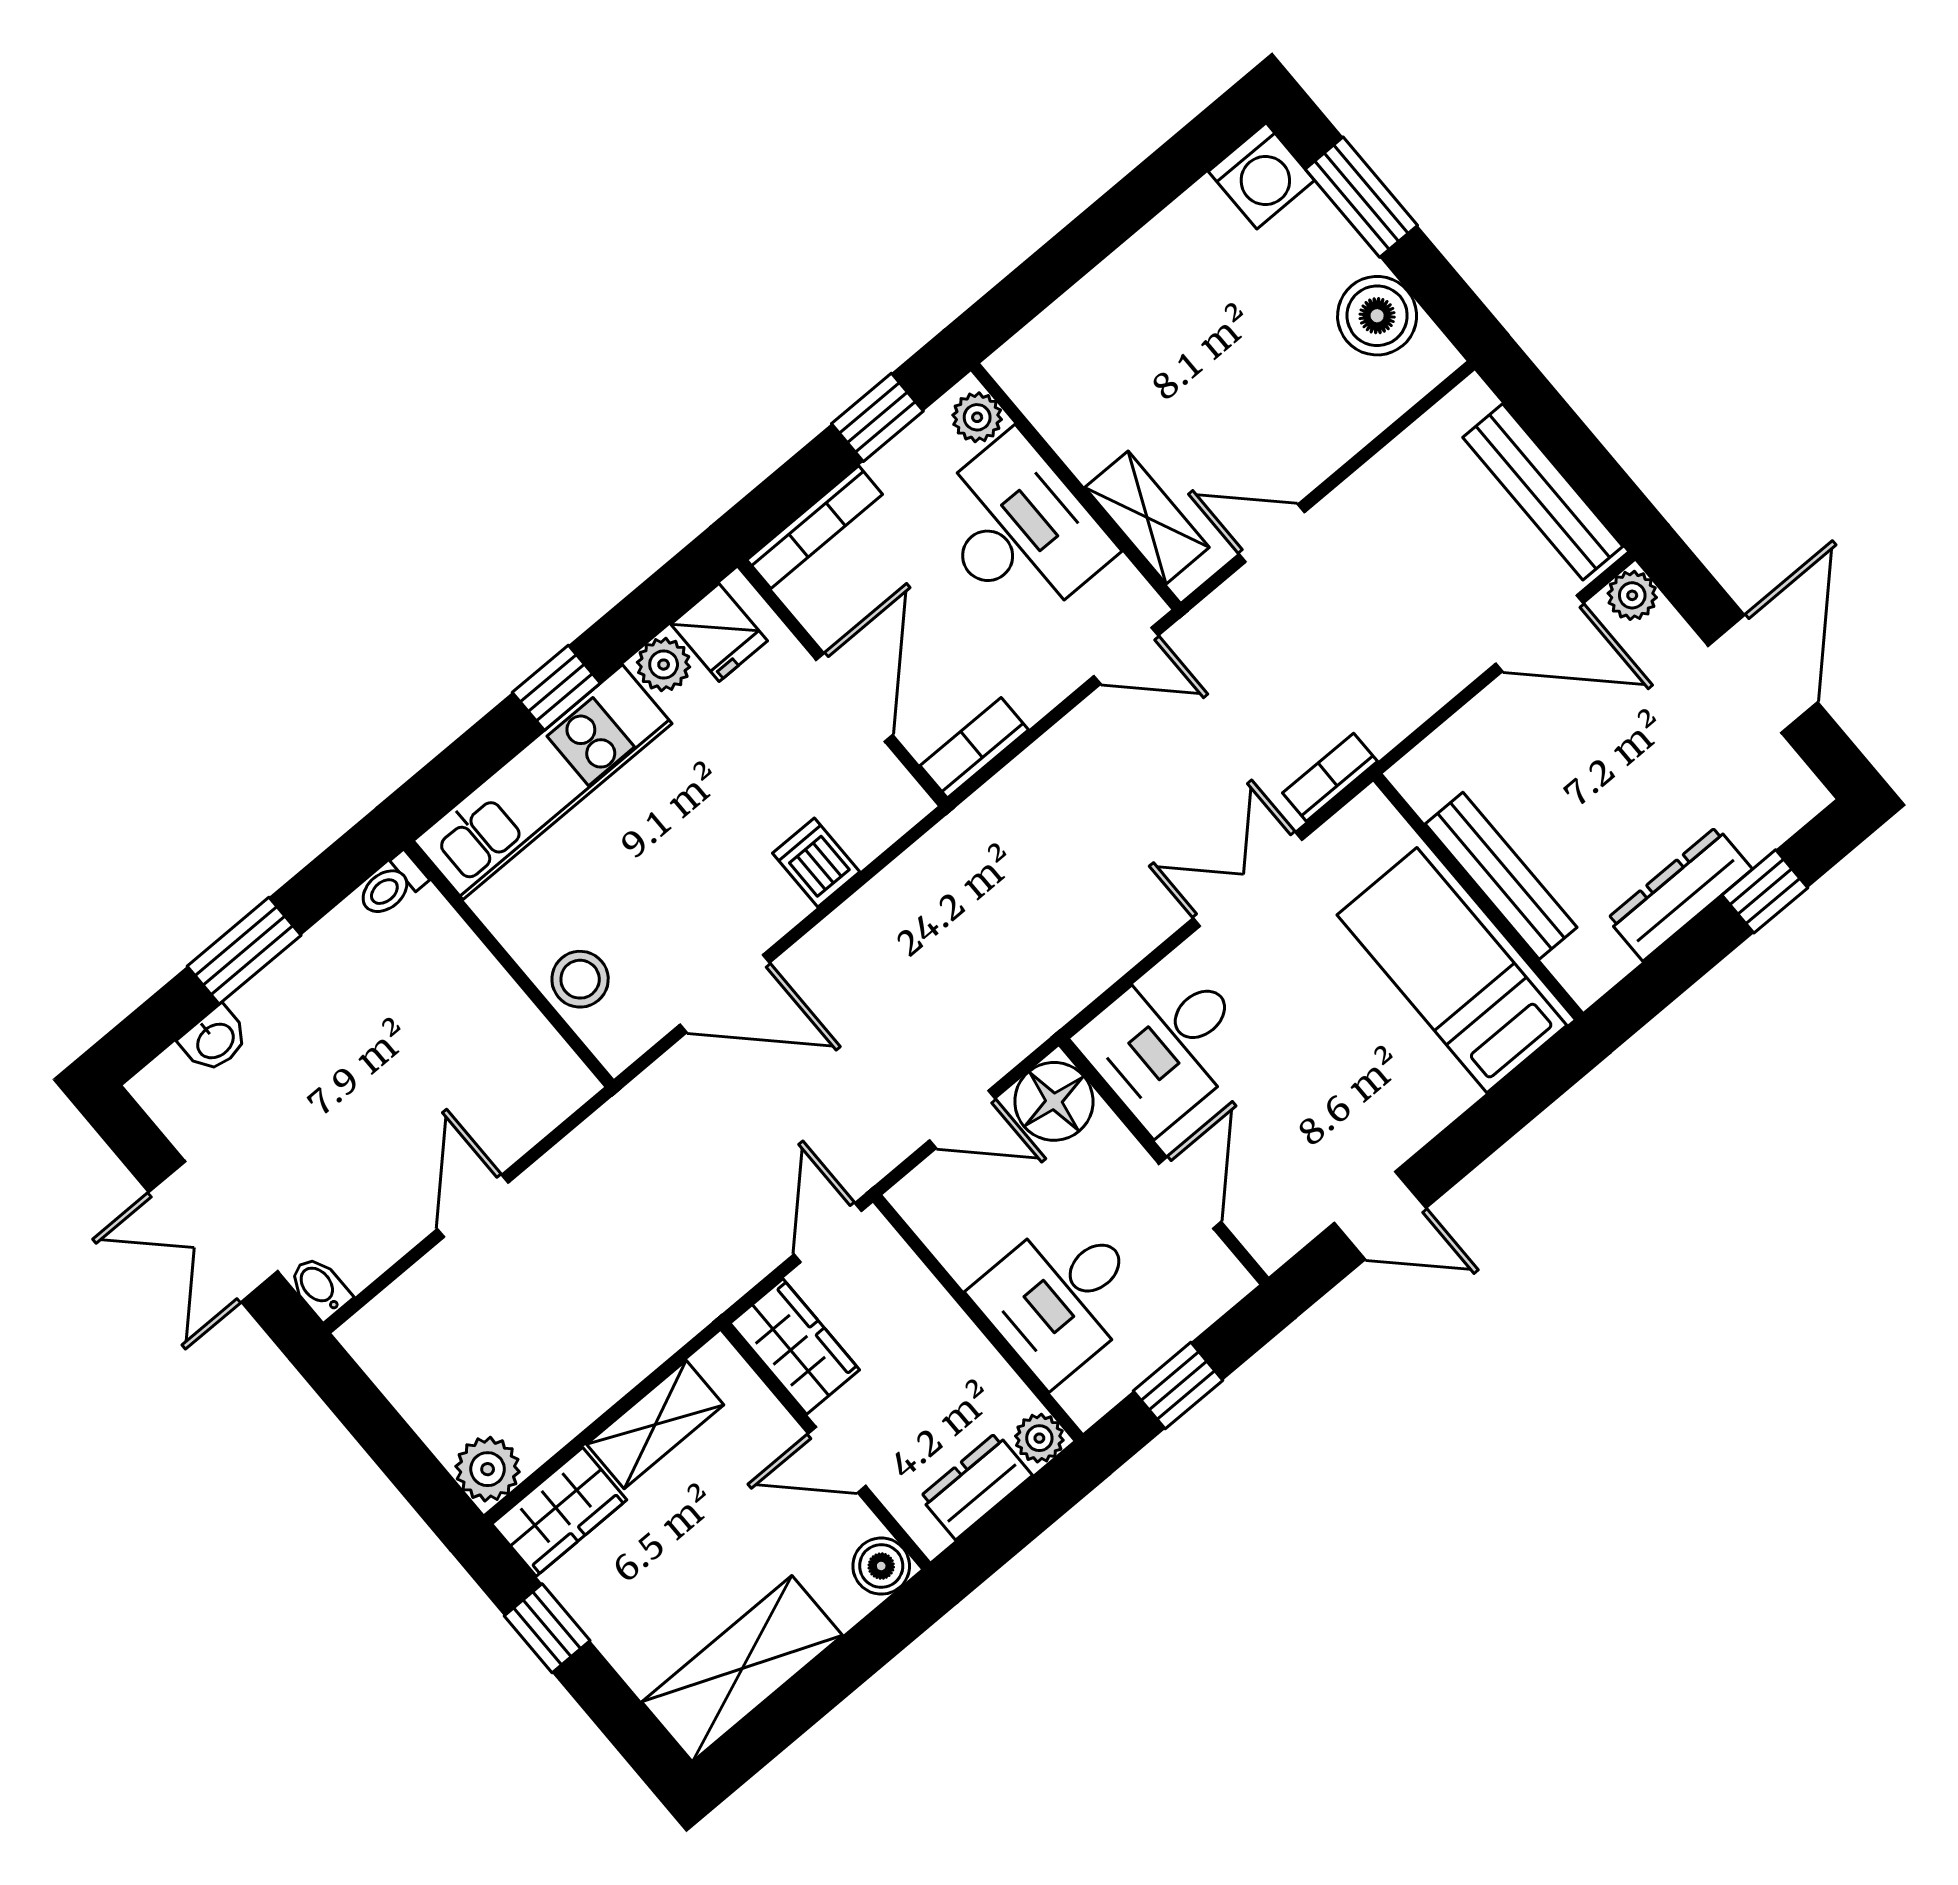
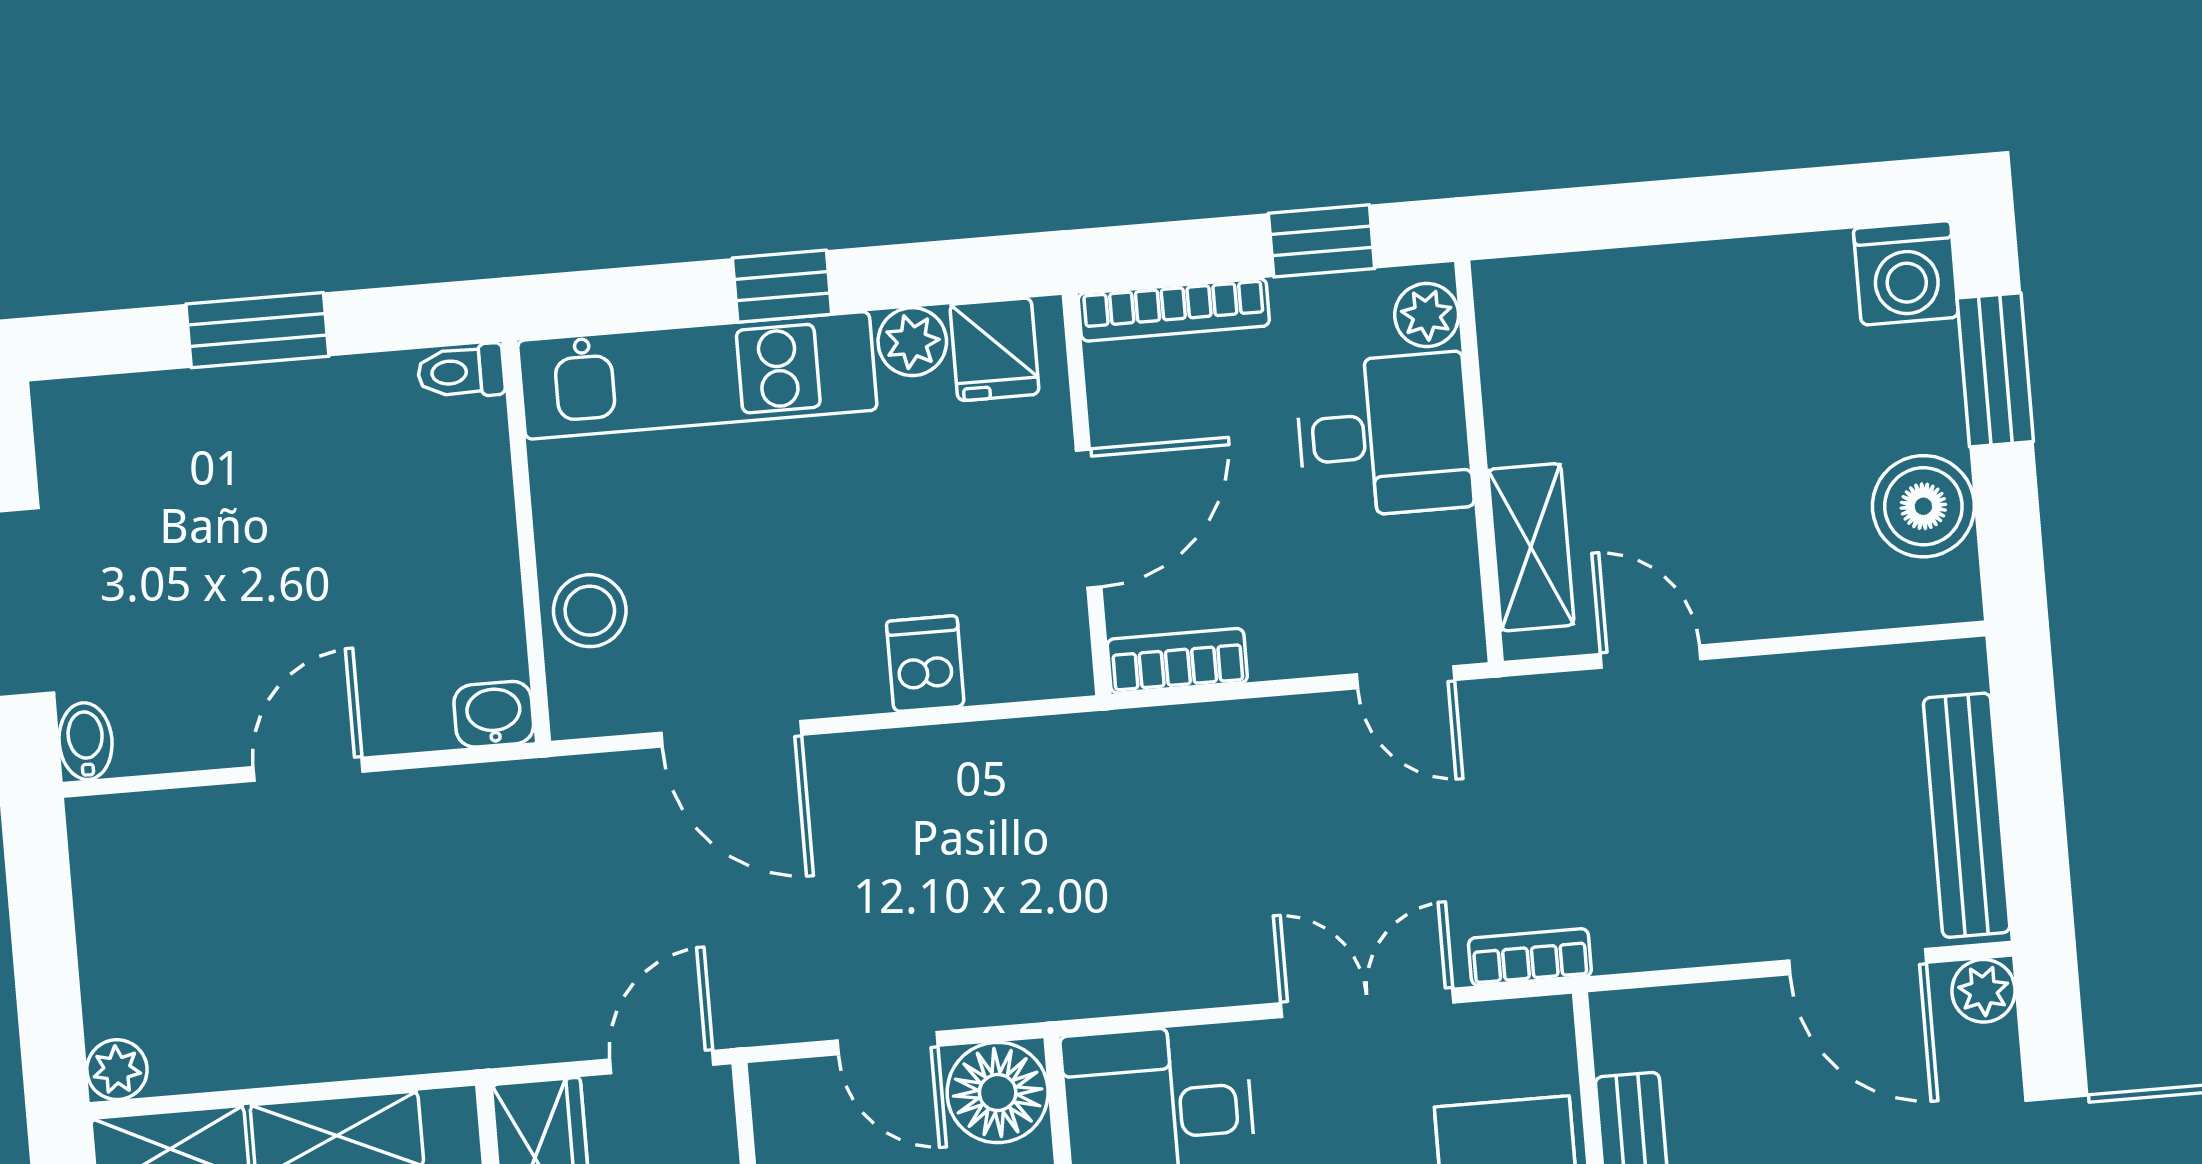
desk: (1019, 530) -> (1384, 435), width x0.73
washbasin: (215, 1040) -> (494, 714), moved, turned 180
plant: (488, 1469) -> (117, 1070), width x0.73, depth x0.73

